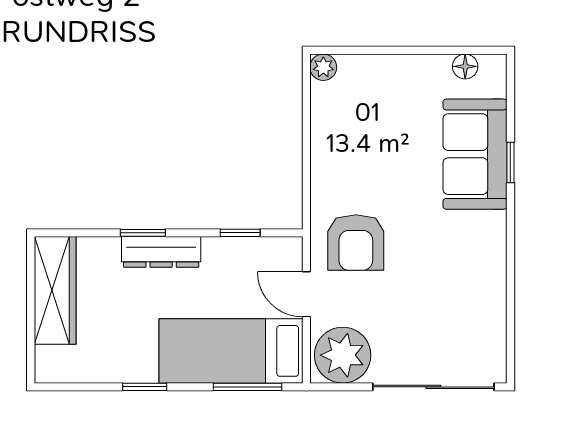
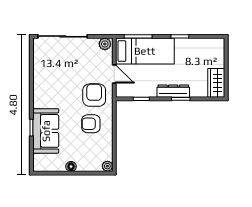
floor lamp: (465, 66) -> (71, 167), moved
armchair: (364, 172) -> (91, 124), added
wardrobe: (55, 290) -> (216, 83), width x0.67
plant: (343, 355) -> (105, 44), width x0.53, depth x0.53

